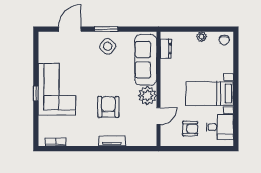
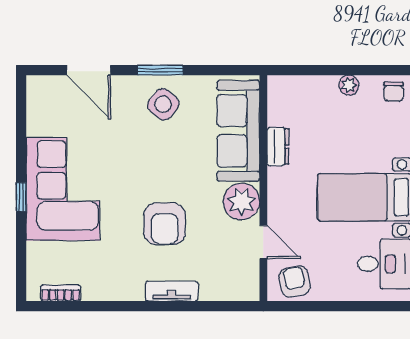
door: (70, 29) -> (89, 70), swing flipped
dresser: (166, 49) -> (278, 146), moved
armchair: (108, 107) -> (165, 224), turned 180
door: (158, 116) -> (263, 242), hinge flipped
armchair: (190, 129) -> (295, 282), moved, turned -102

